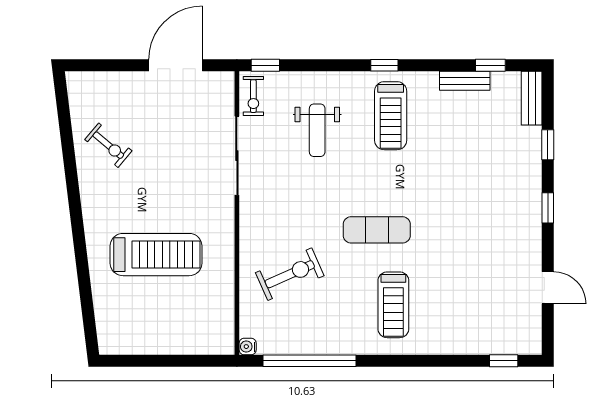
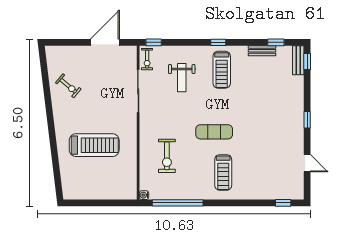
window: (548, 145) -> (307, 62), moved
exercise bike: (290, 274) -> (167, 156), turned 114

